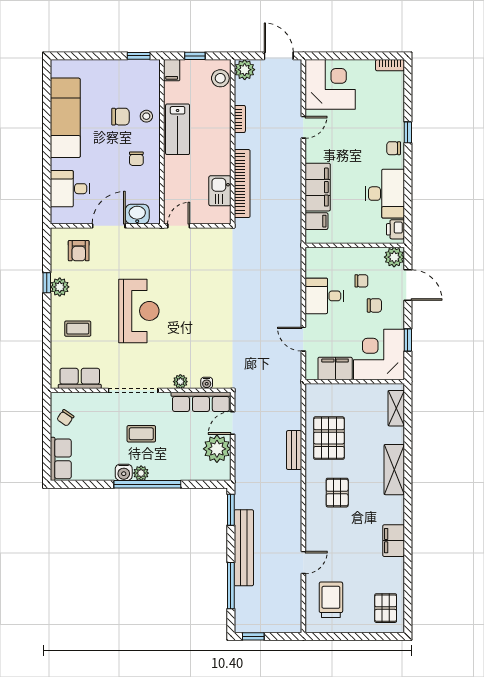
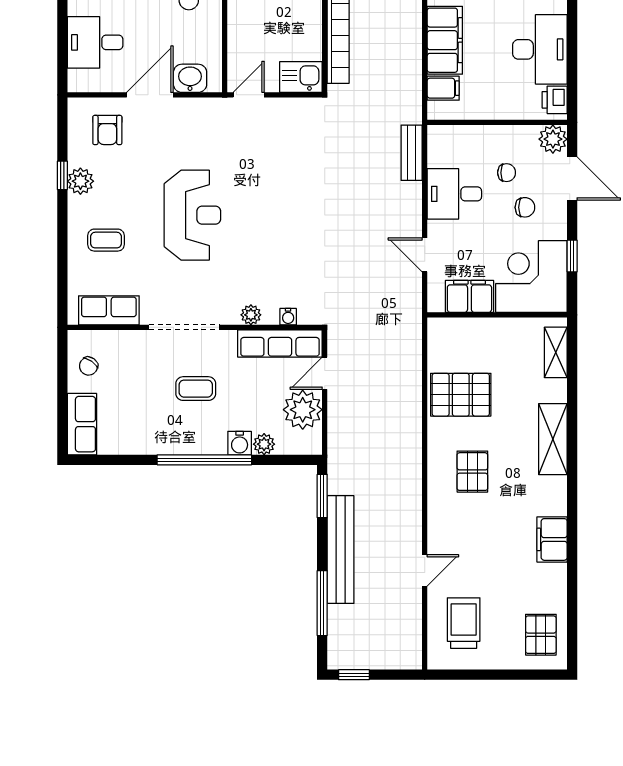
kitchen sink: (220, 191) -> (301, 77), moved, turned 90
pallet: (329, 438) -> (461, 395), turned 90
bench: (294, 450) -> (412, 153), moved
water cooler: (124, 472) -> (240, 443), moved
plant: (141, 473) -> (264, 444), moved

